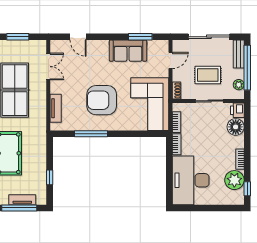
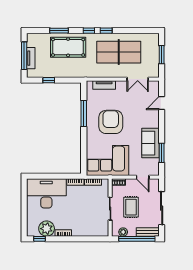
printer: (237, 110) -> (103, 231), removed
floor lamp: (236, 127) -> (89, 230), removed

